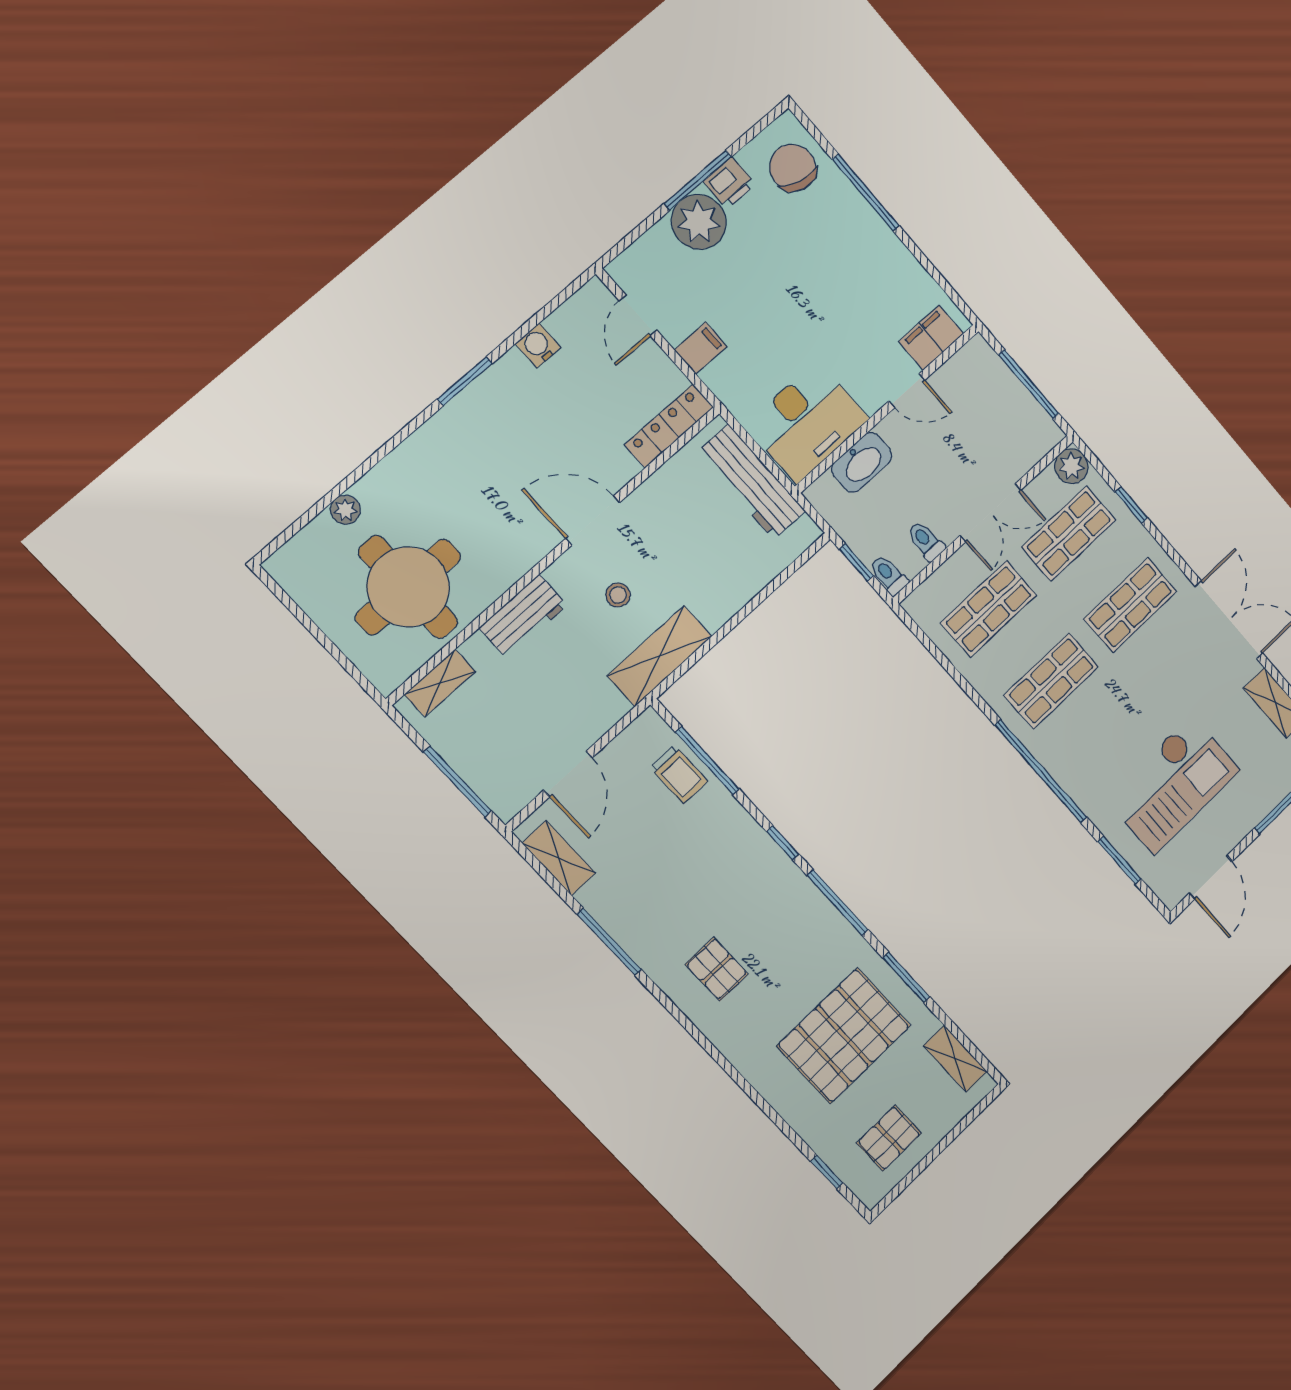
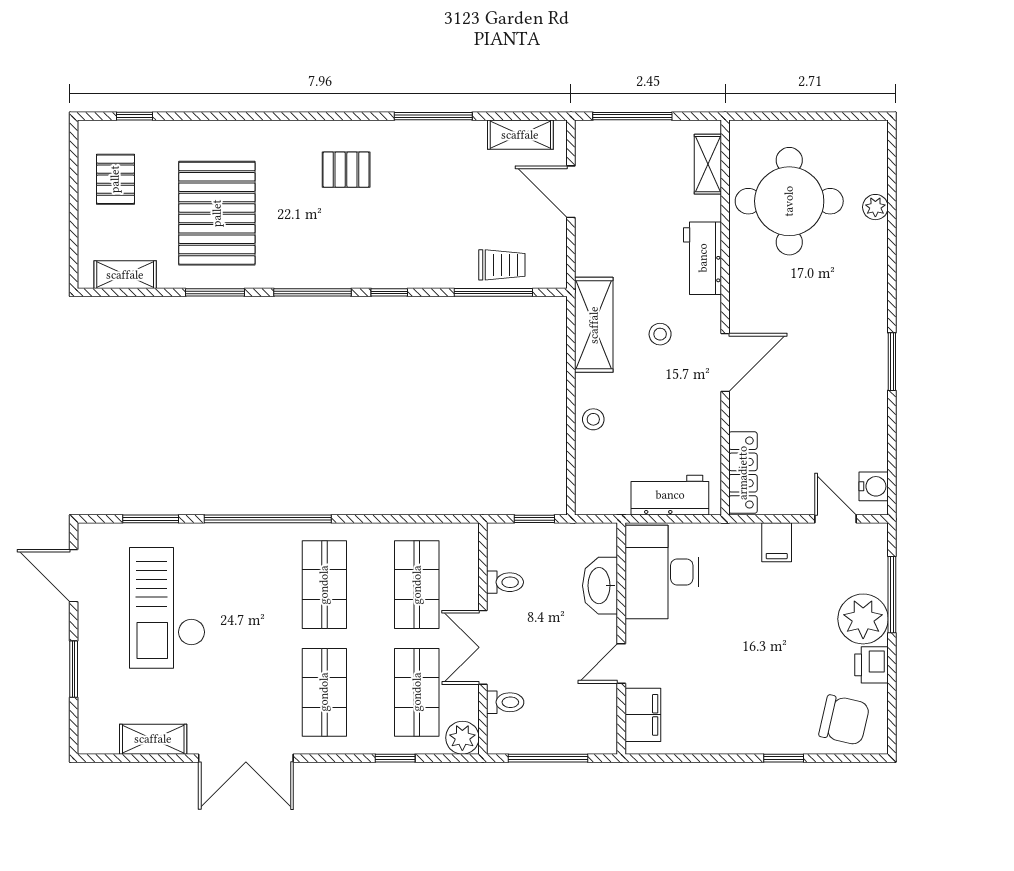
window: (698, 180) -> (892, 595), moved
window: (866, 192) -> (784, 758), width x0.46
water cooler: (538, 346) -> (874, 486), moved
workbench: (751, 482) -> (670, 495), width x0.73
toilet: (889, 575) -> (505, 702), moved
stool: (736, 587) -> (593, 419), added
trolley: (679, 774) -> (502, 265), turned 180

